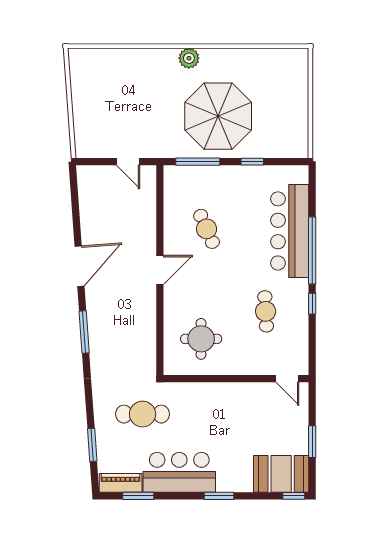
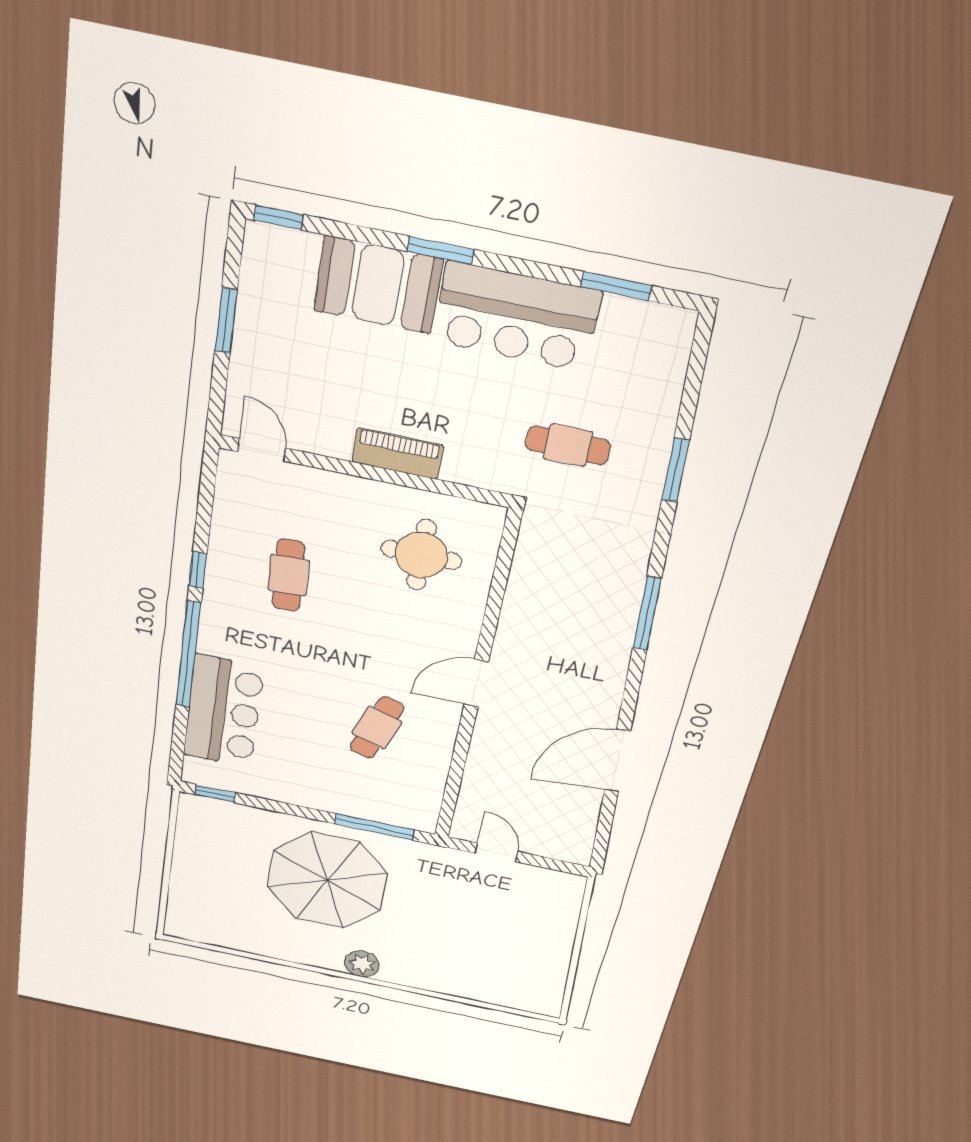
window: (252, 162) -> (215, 794), moved
cafe table: (207, 229) -> (377, 728), turned 42
bar counter: (290, 231) -> (223, 711), width x0.73
door: (79, 266) -> (617, 761), moved
cafe table: (143, 414) -> (568, 445), width x0.73, depth x0.74
window: (92, 445) -> (676, 470), moved
booth: (281, 474) -> (378, 285), moved
piano: (121, 483) -> (398, 454), moved, turned 180

